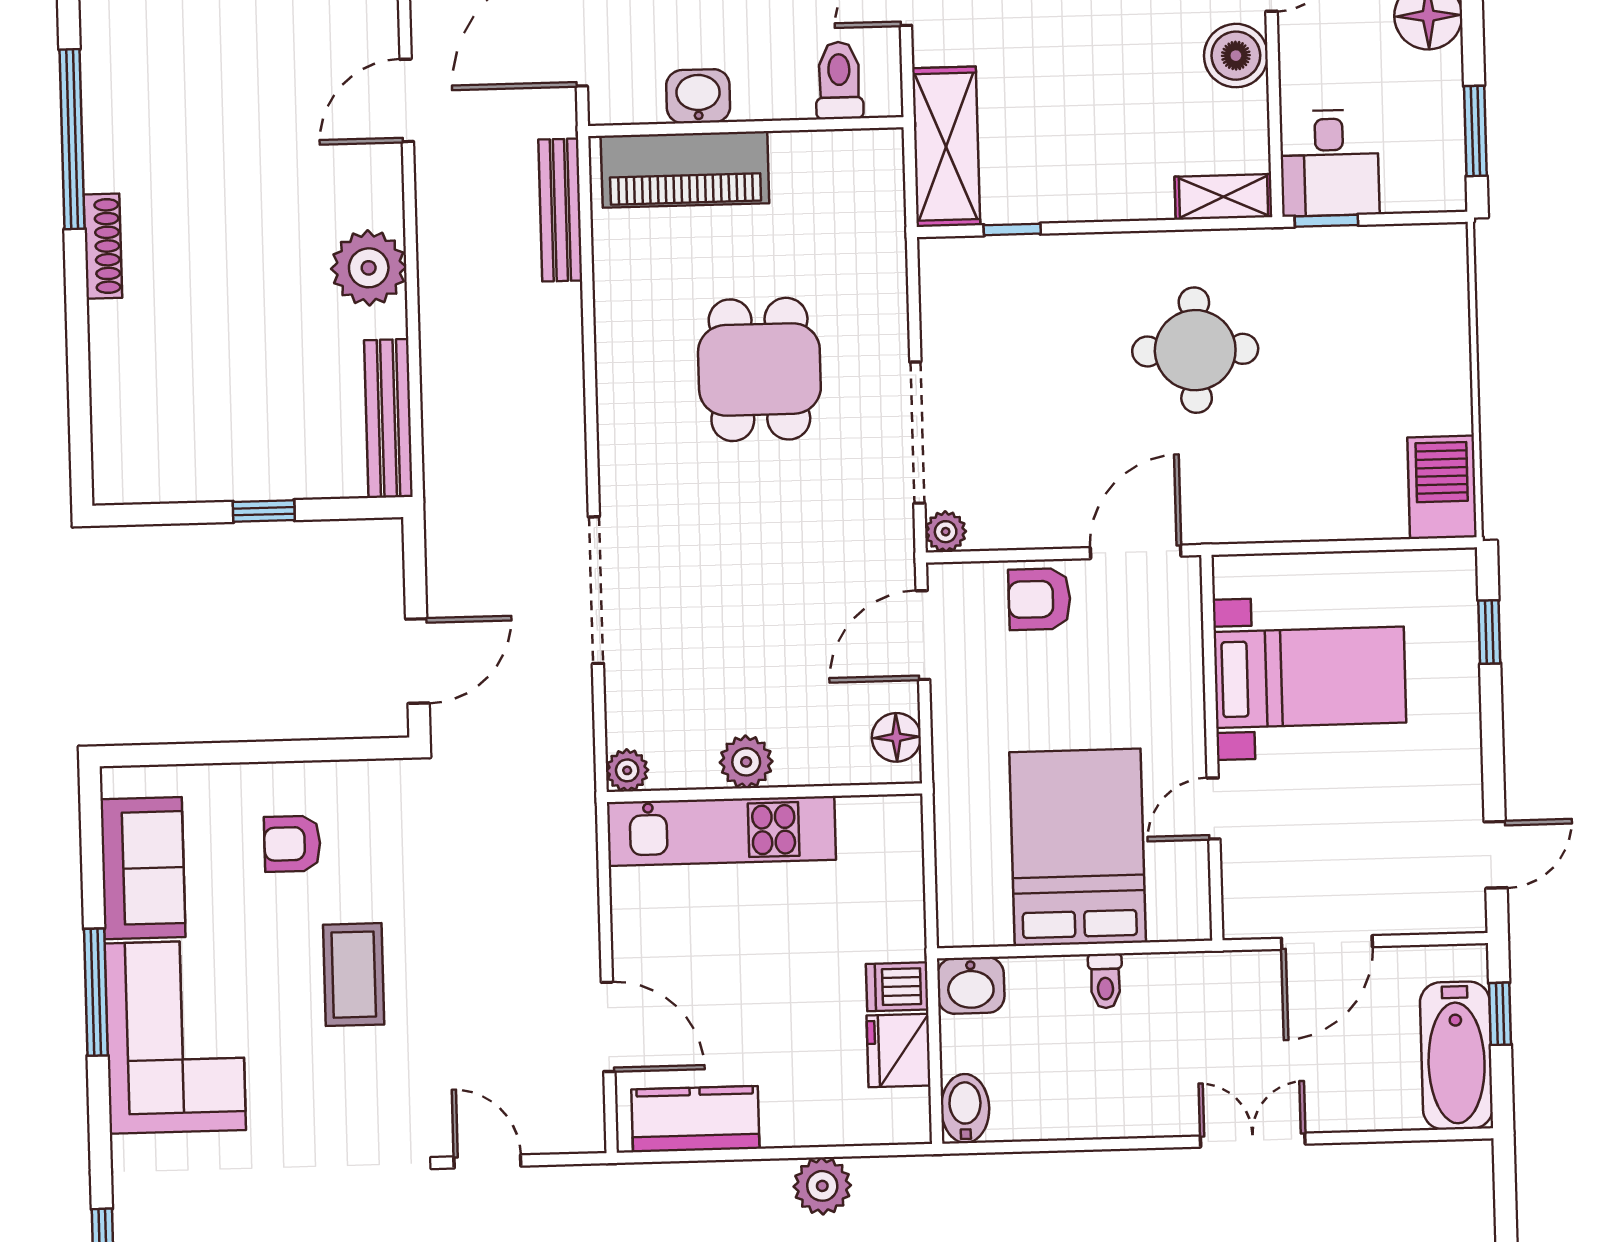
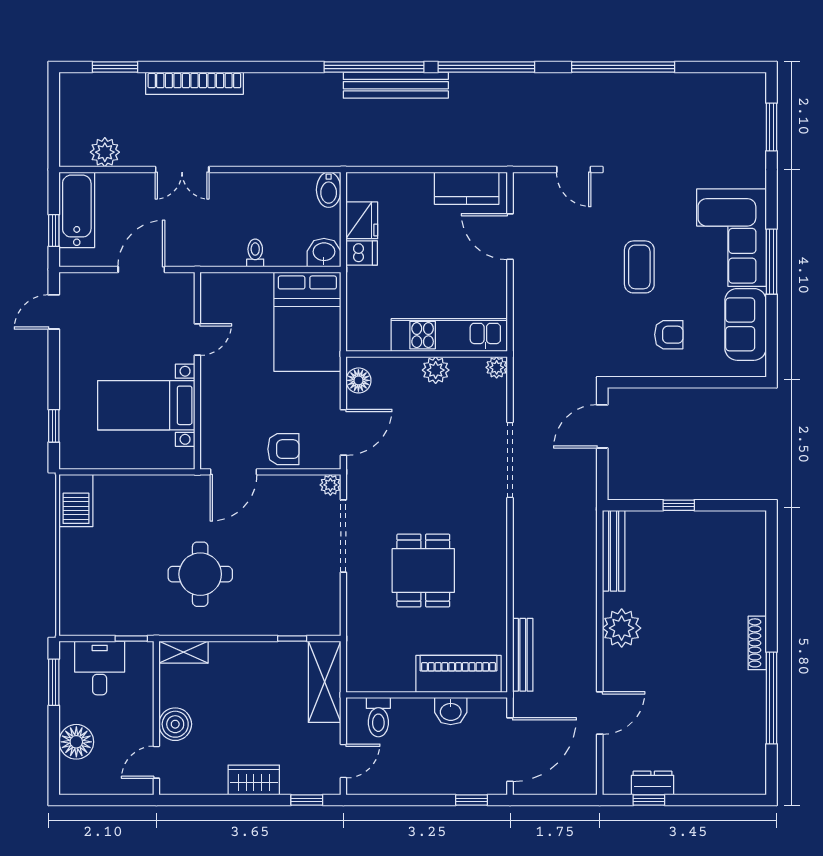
desk: (1329, 163) -> (100, 668), moved
bed: (1078, 847) -> (307, 322), moved
plant: (822, 1186) -> (105, 152), moved

